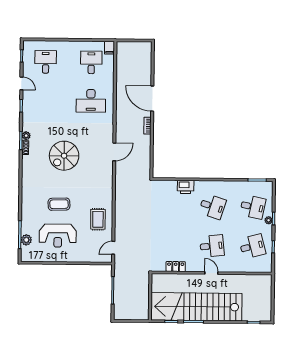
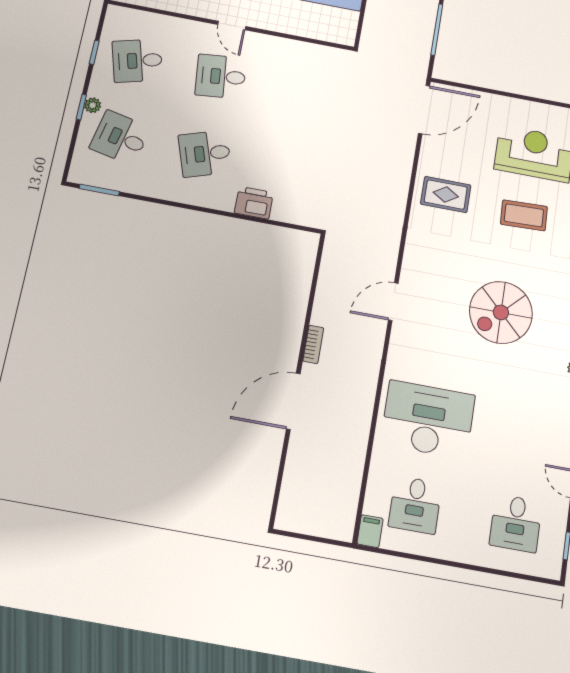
door: (152, 99) -> (293, 401), swing flipped
desk: (91, 101) -> (428, 419), width x1.36, depth x1.30
spiral stairs: (64, 156) -> (501, 312), turned 180
desk: (212, 206) -> (205, 154), turned -36
rug: (98, 219) -> (446, 195), moved, turned 90
door: (113, 248) -> (424, 110), width x1.88
locker: (176, 267) -> (302, 51), removed

